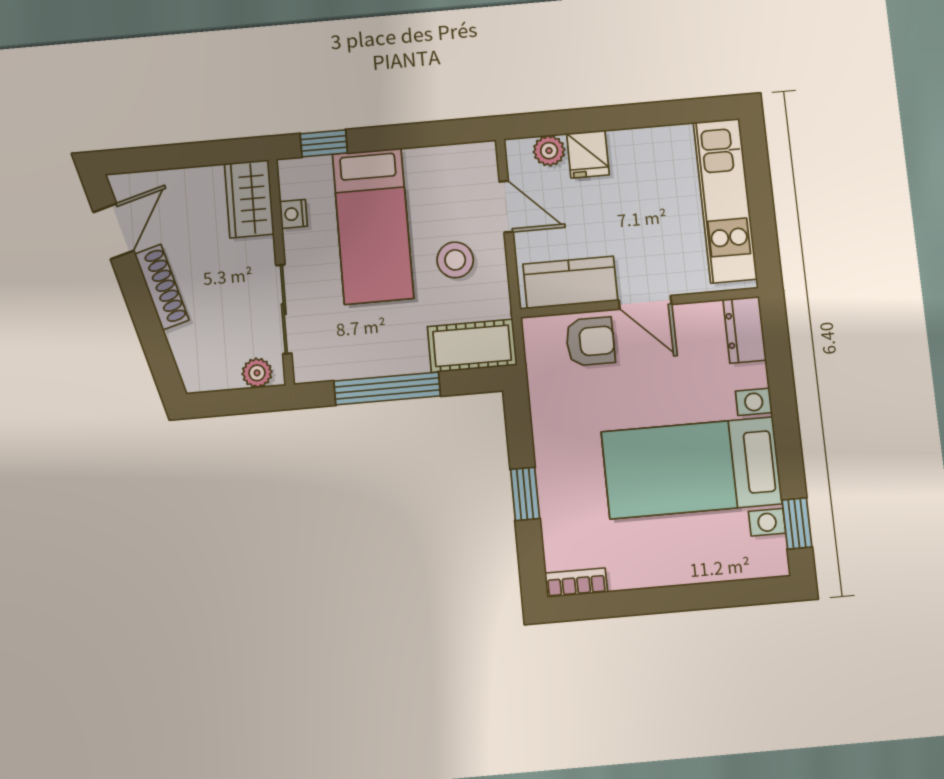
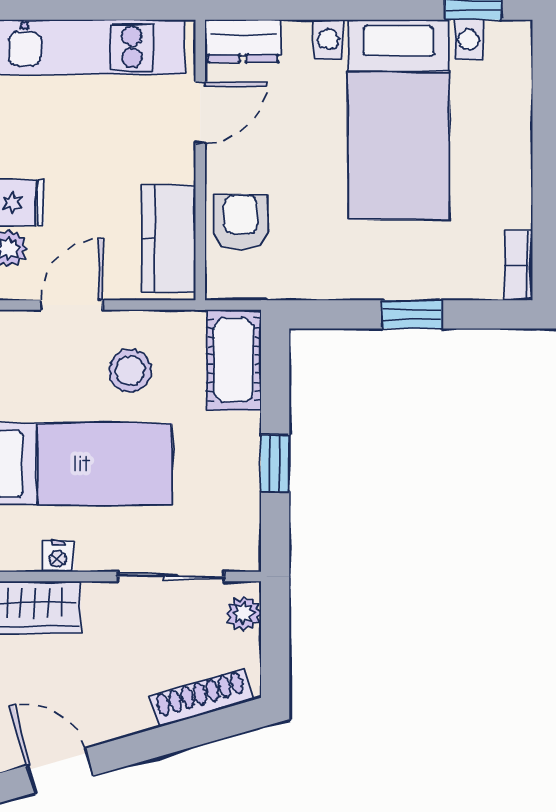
shoe rack: (162, 287) -> (201, 698), moved
door: (645, 302) -> (200, 113), moved
window: (387, 388) -> (275, 463), width x0.46

